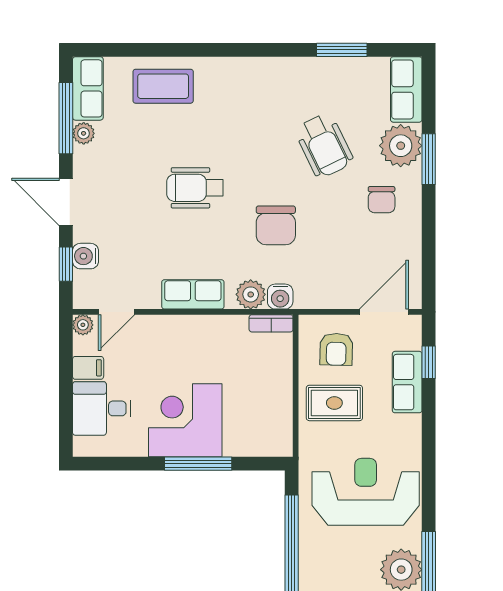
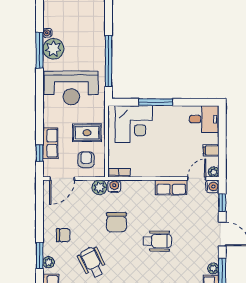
plant: (401, 146) -> (49, 262), width x0.53, depth x0.53
chair: (382, 200) -> (63, 235), turned 90
chair: (276, 225) -> (116, 222), turned 180
water cooler: (85, 256) -> (212, 186), moved
row of seats: (193, 294) -> (171, 187), moved
plant: (251, 294) -> (99, 187), moved
desk: (102, 408) -> (204, 119), moved
corner desk: (185, 420) -> (134, 124), moved

